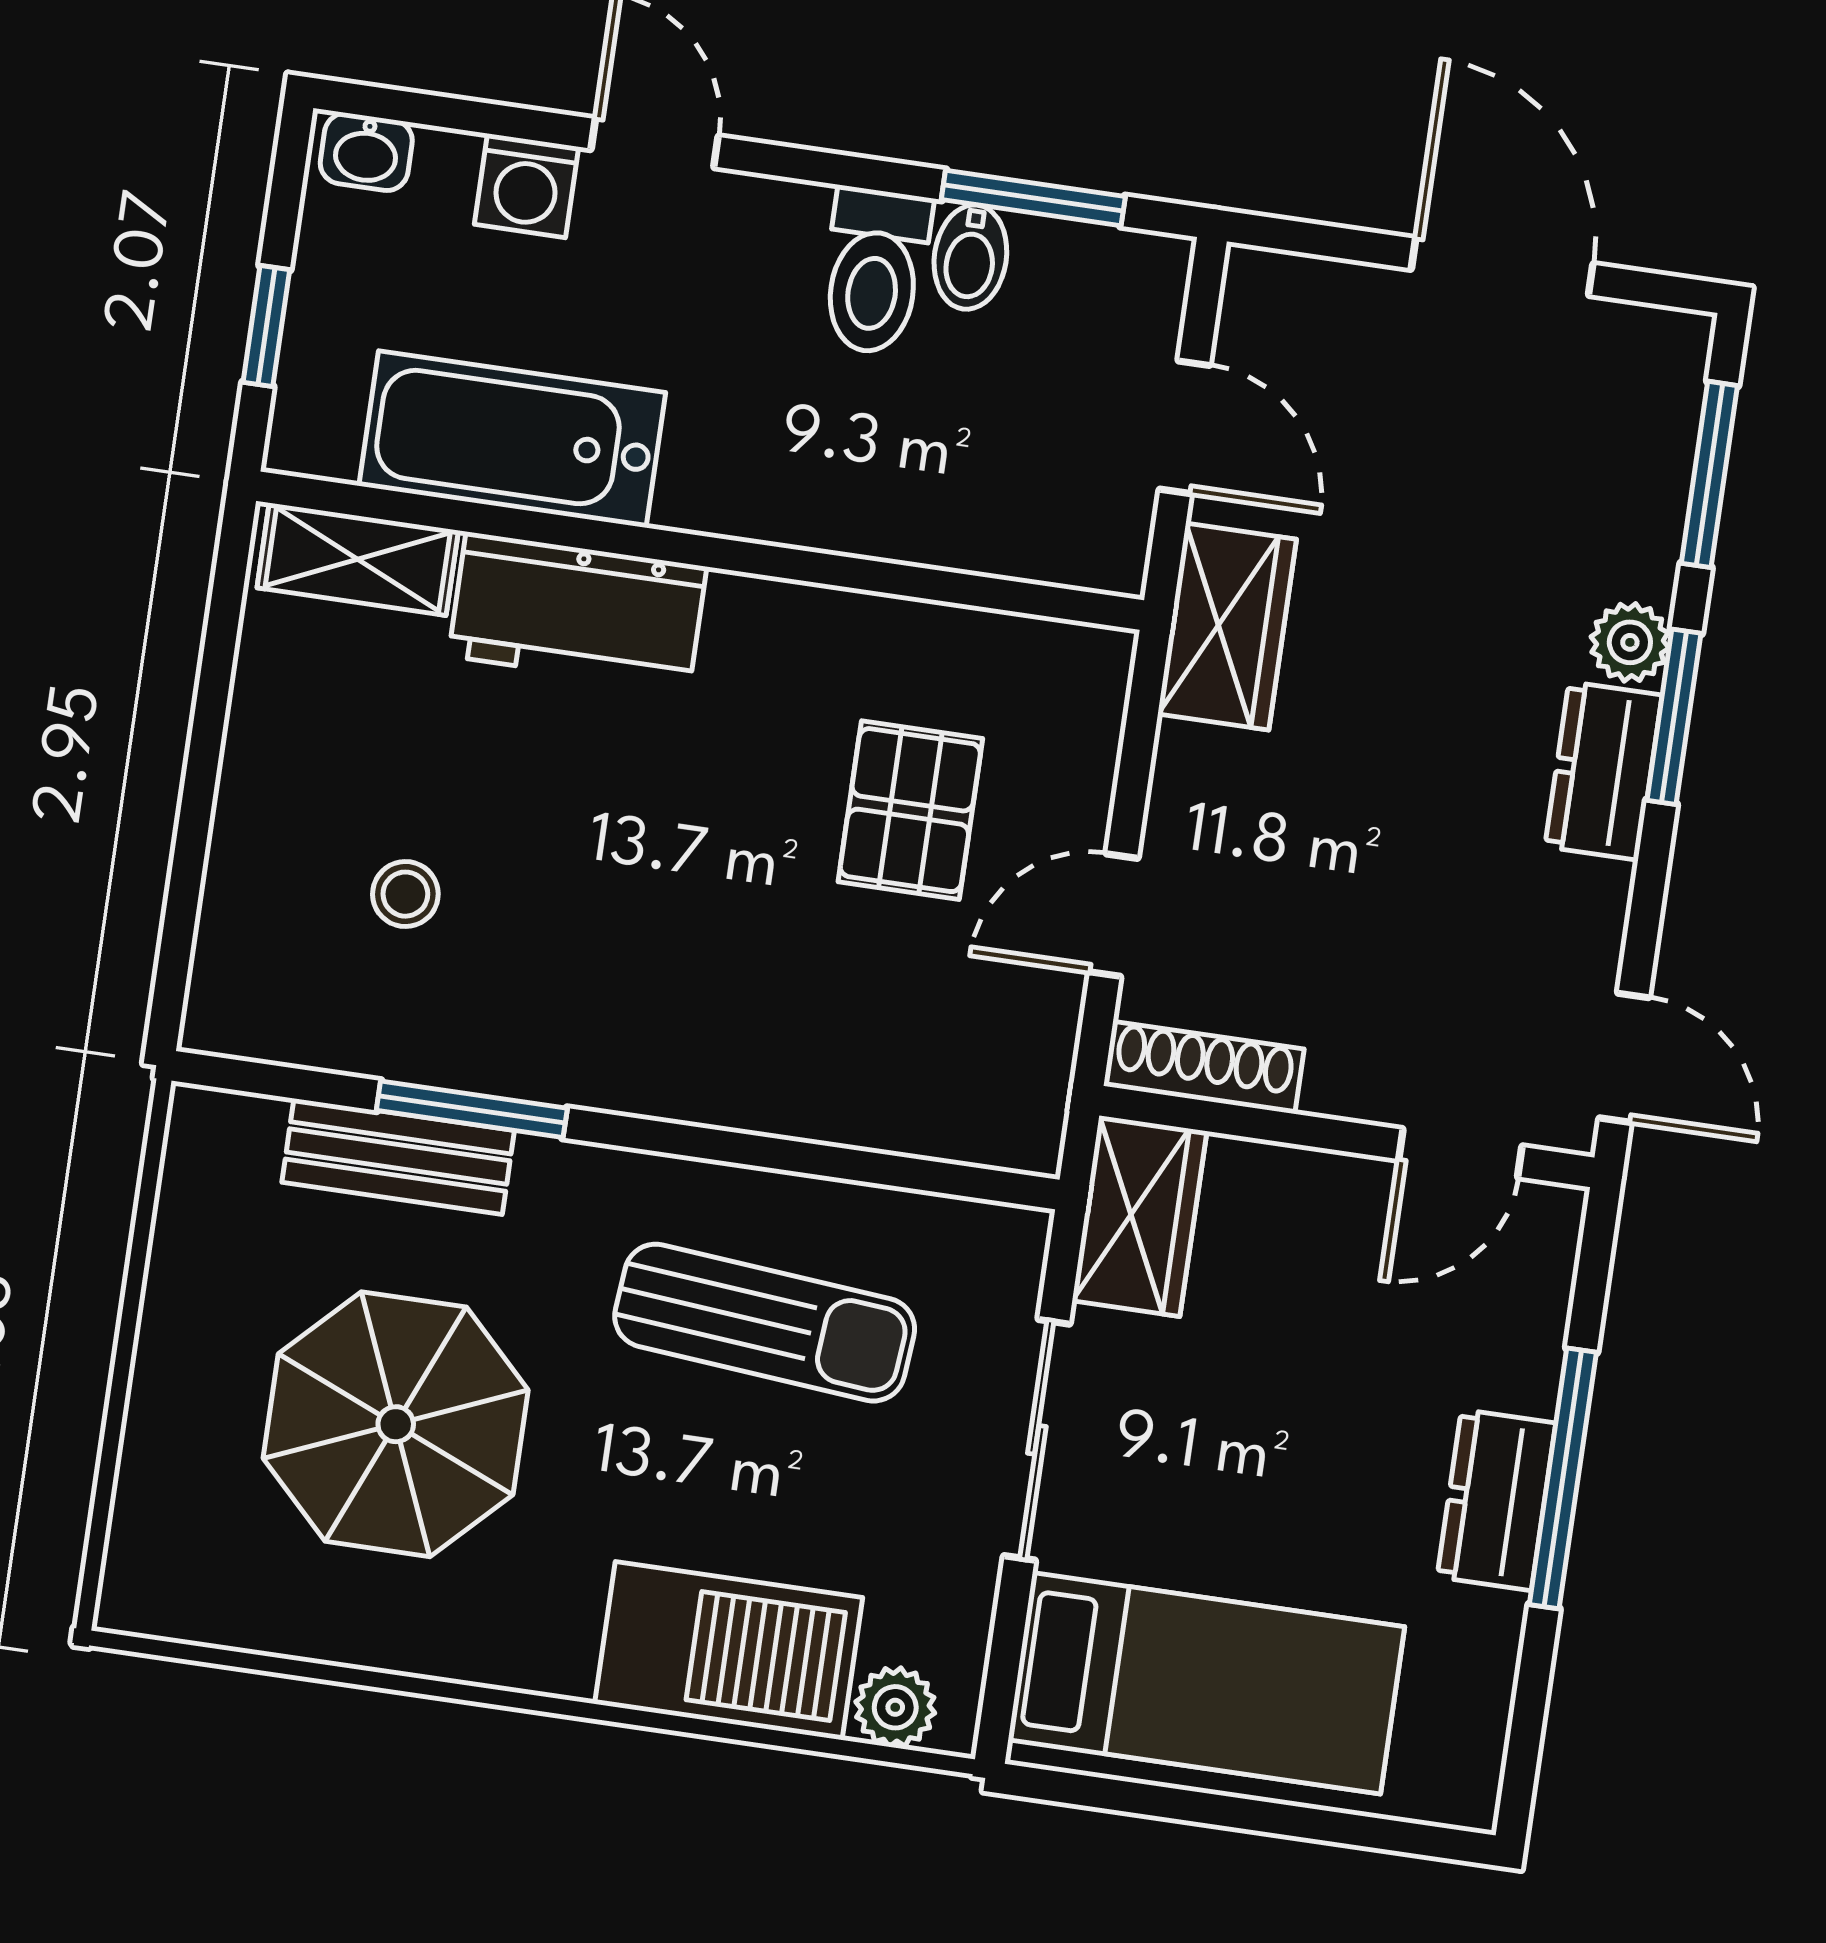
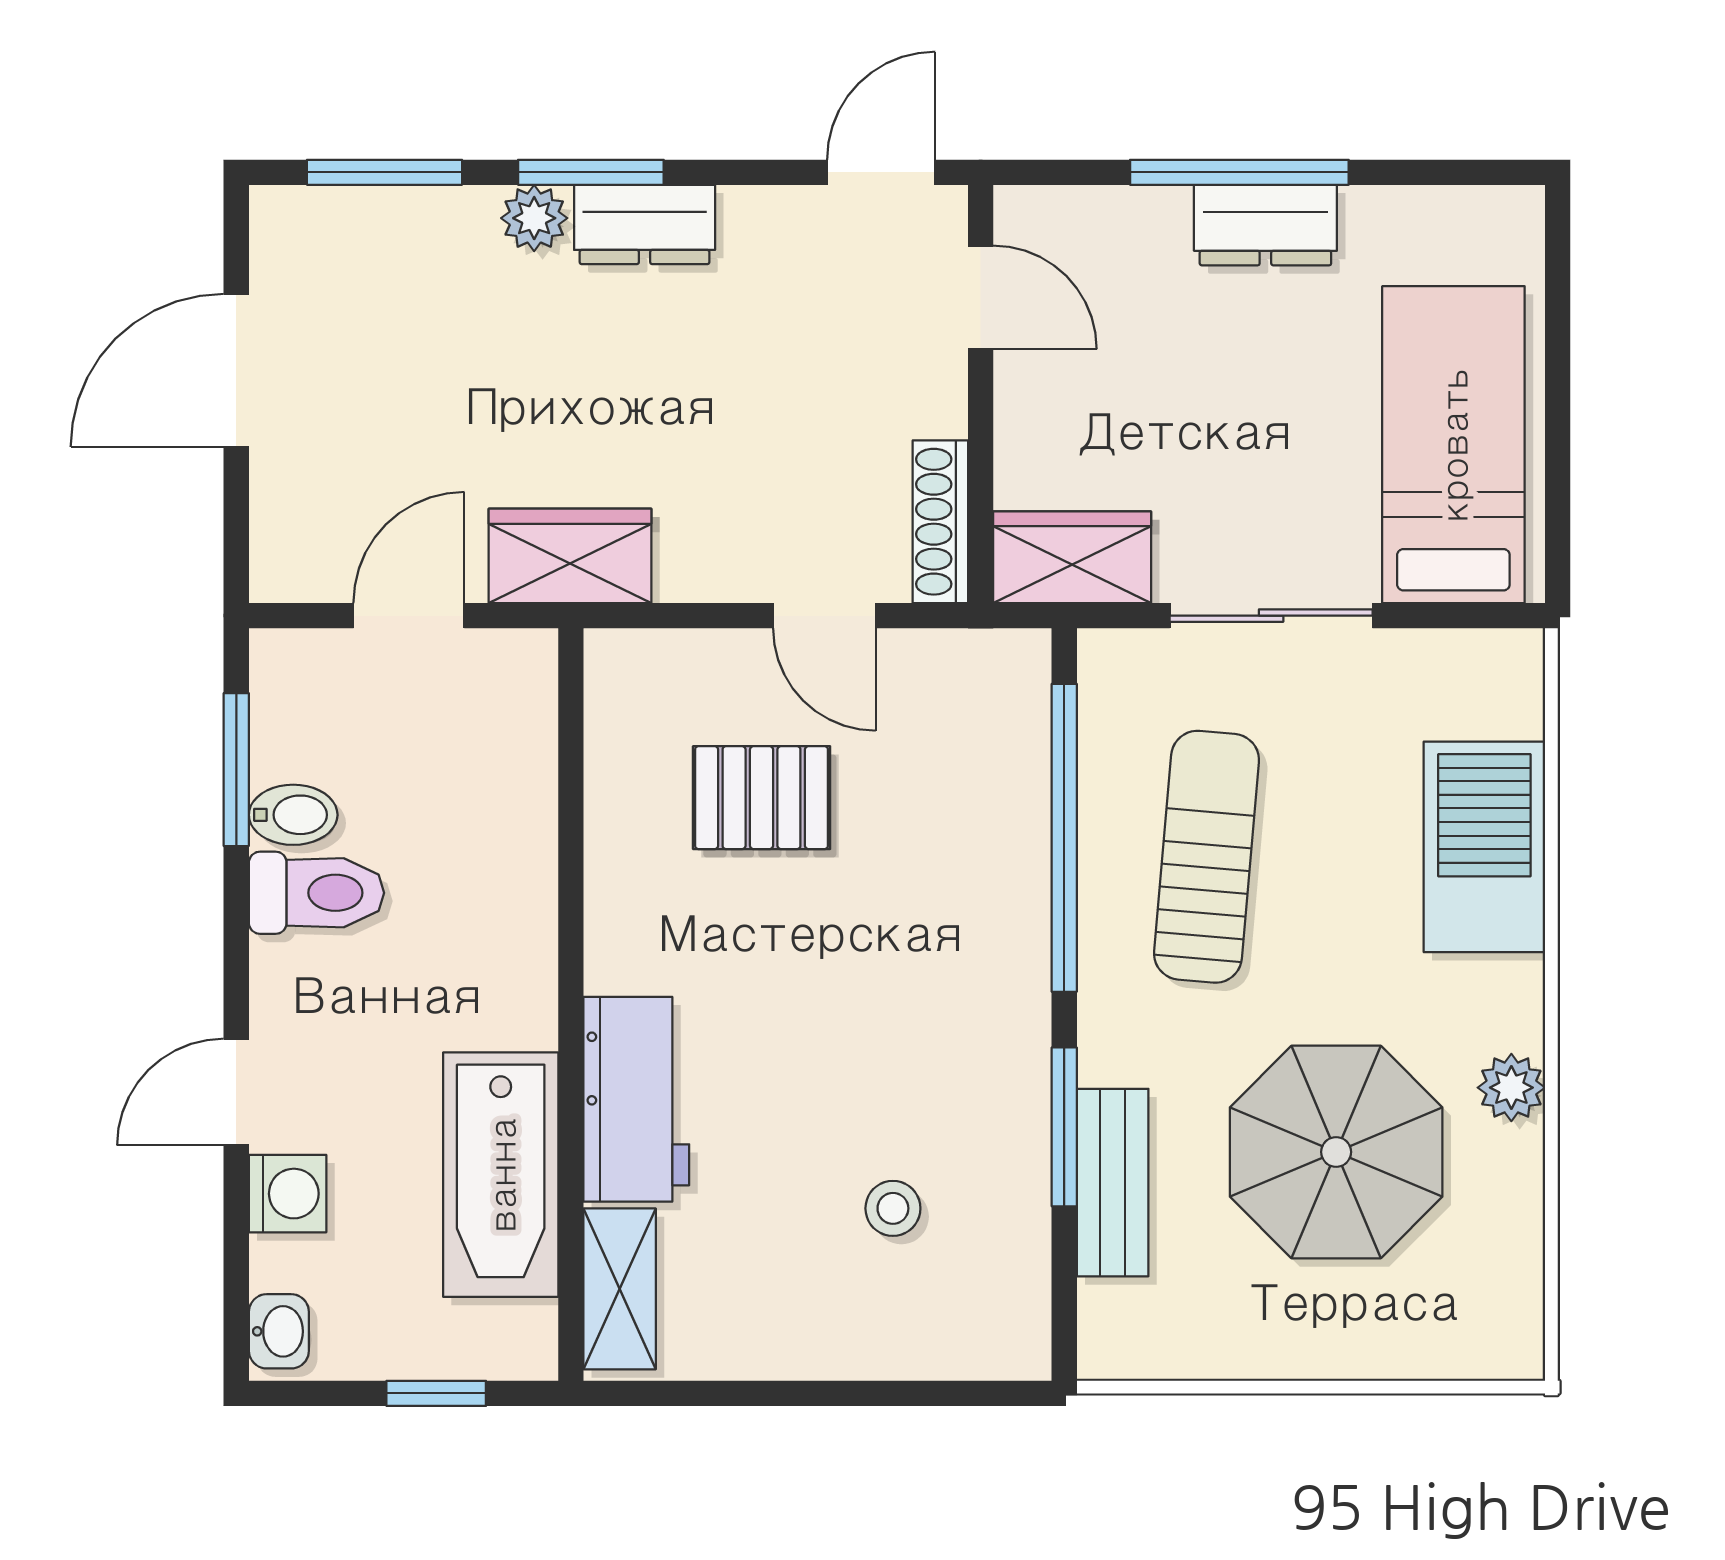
window: (811, 1159) -> (1064, 838), added
plant: (895, 1707) -> (1511, 1088), moved

